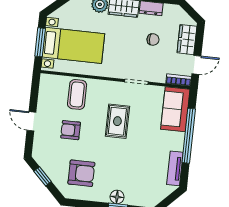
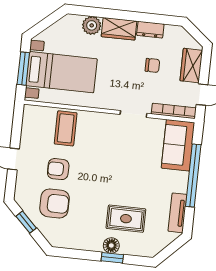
bookcase: (179, 80) -> (174, 111), width x1.56
rug: (117, 121) -> (126, 219), moved, turned 90
armchair: (81, 173) -> (55, 203), moved

